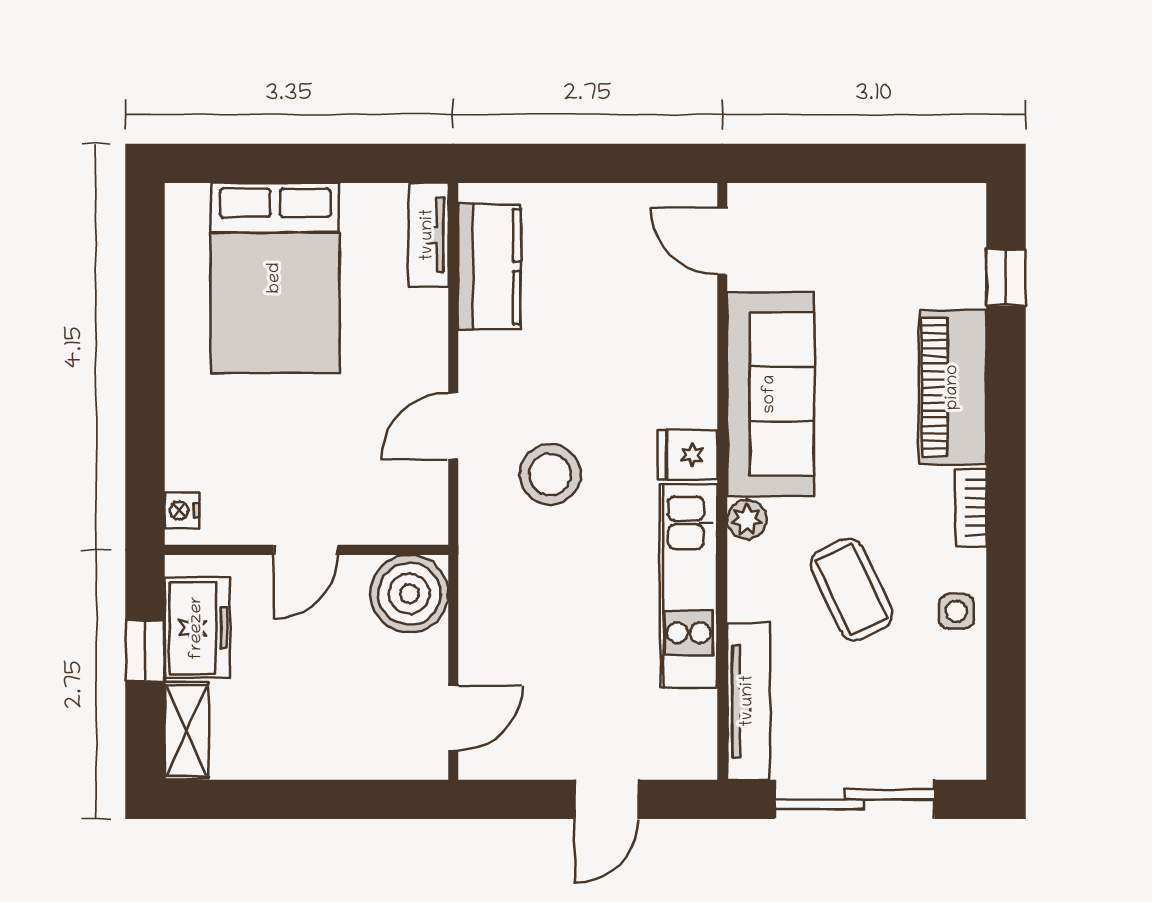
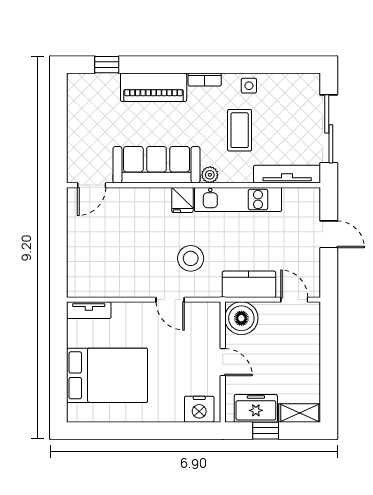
kitchen counter: (489, 267) -> (249, 284), moved
nightstand: (182, 511) -> (199, 409), width x1.89, depth x1.79
coffee table: (852, 590) -> (240, 130), turned -65

